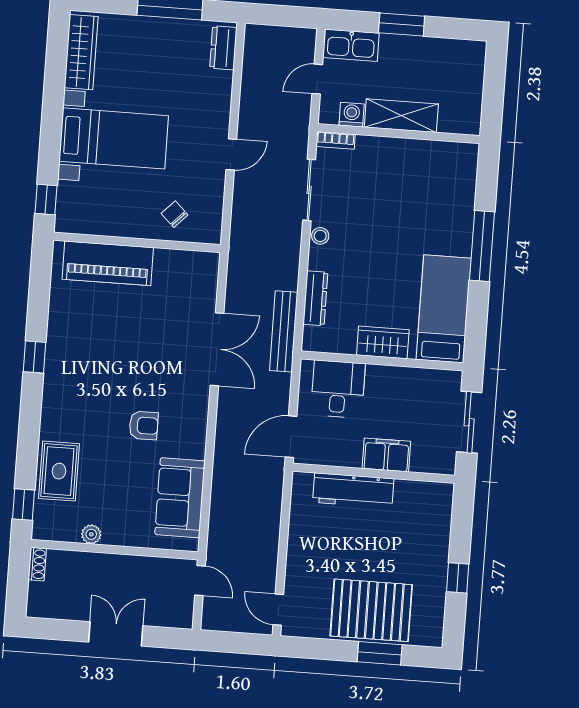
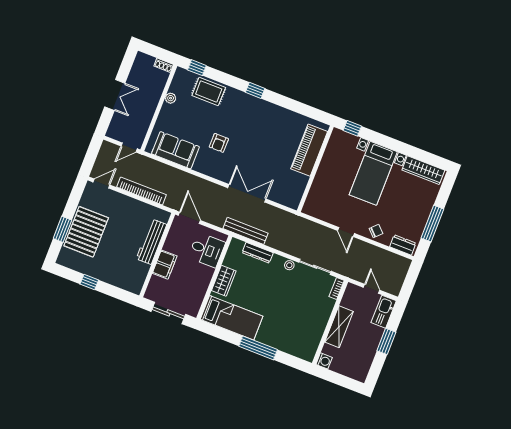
washing machine: (352, 115) -> (324, 361), moved
chair: (175, 214) -> (376, 231), moved
double door: (217, 349) -> (247, 193), swing flipped
window: (34, 357) -> (255, 90), moved
bookcase: (270, 535) -> (142, 191), added

